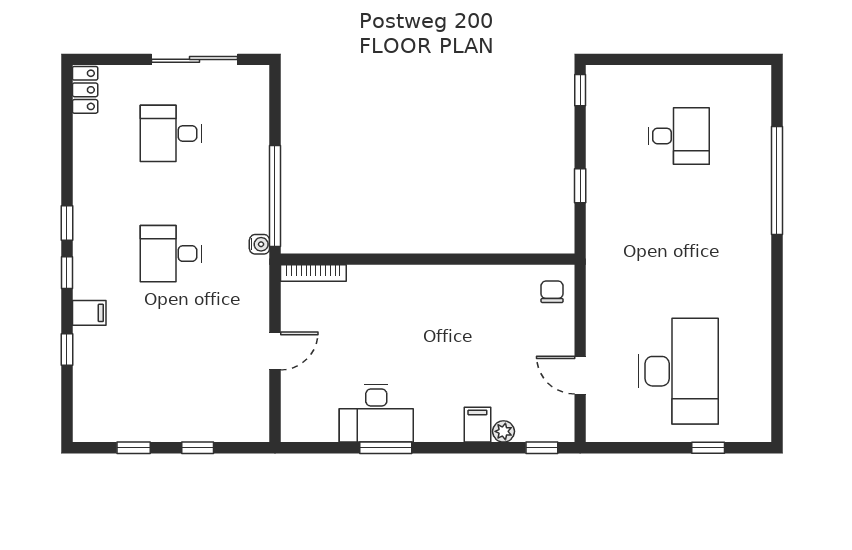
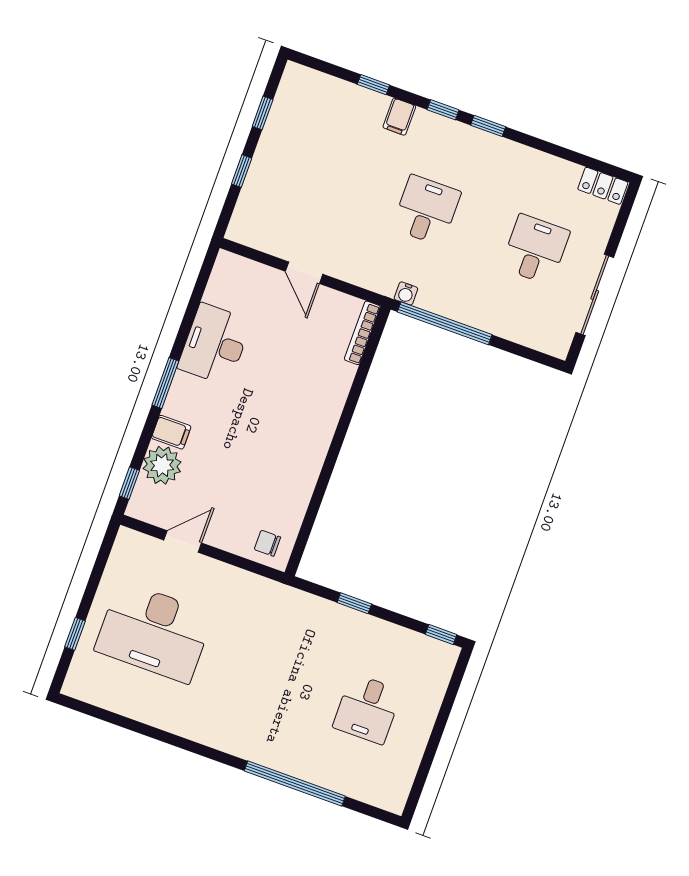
chair: (552, 292) -> (267, 543), turned 180
plant: (504, 431) -> (162, 465), width x1.88, depth x1.88
window: (386, 448) -> (165, 383), moved

